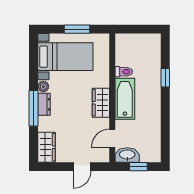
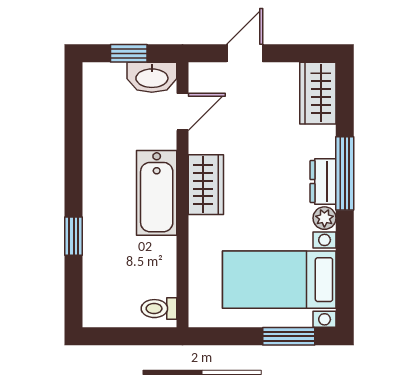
window: (77, 29) -> (289, 336), moved
toilet: (124, 72) -> (159, 309), moved

